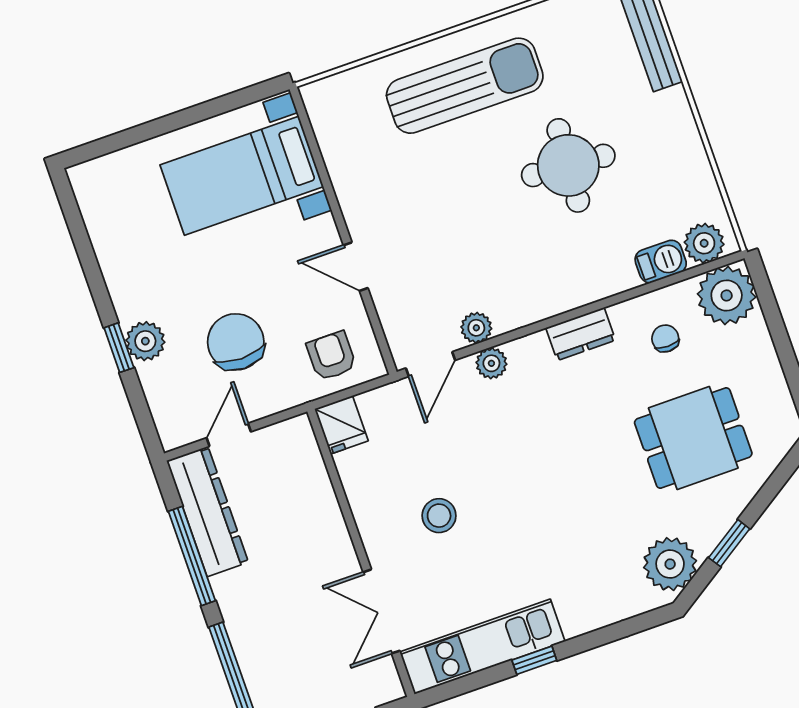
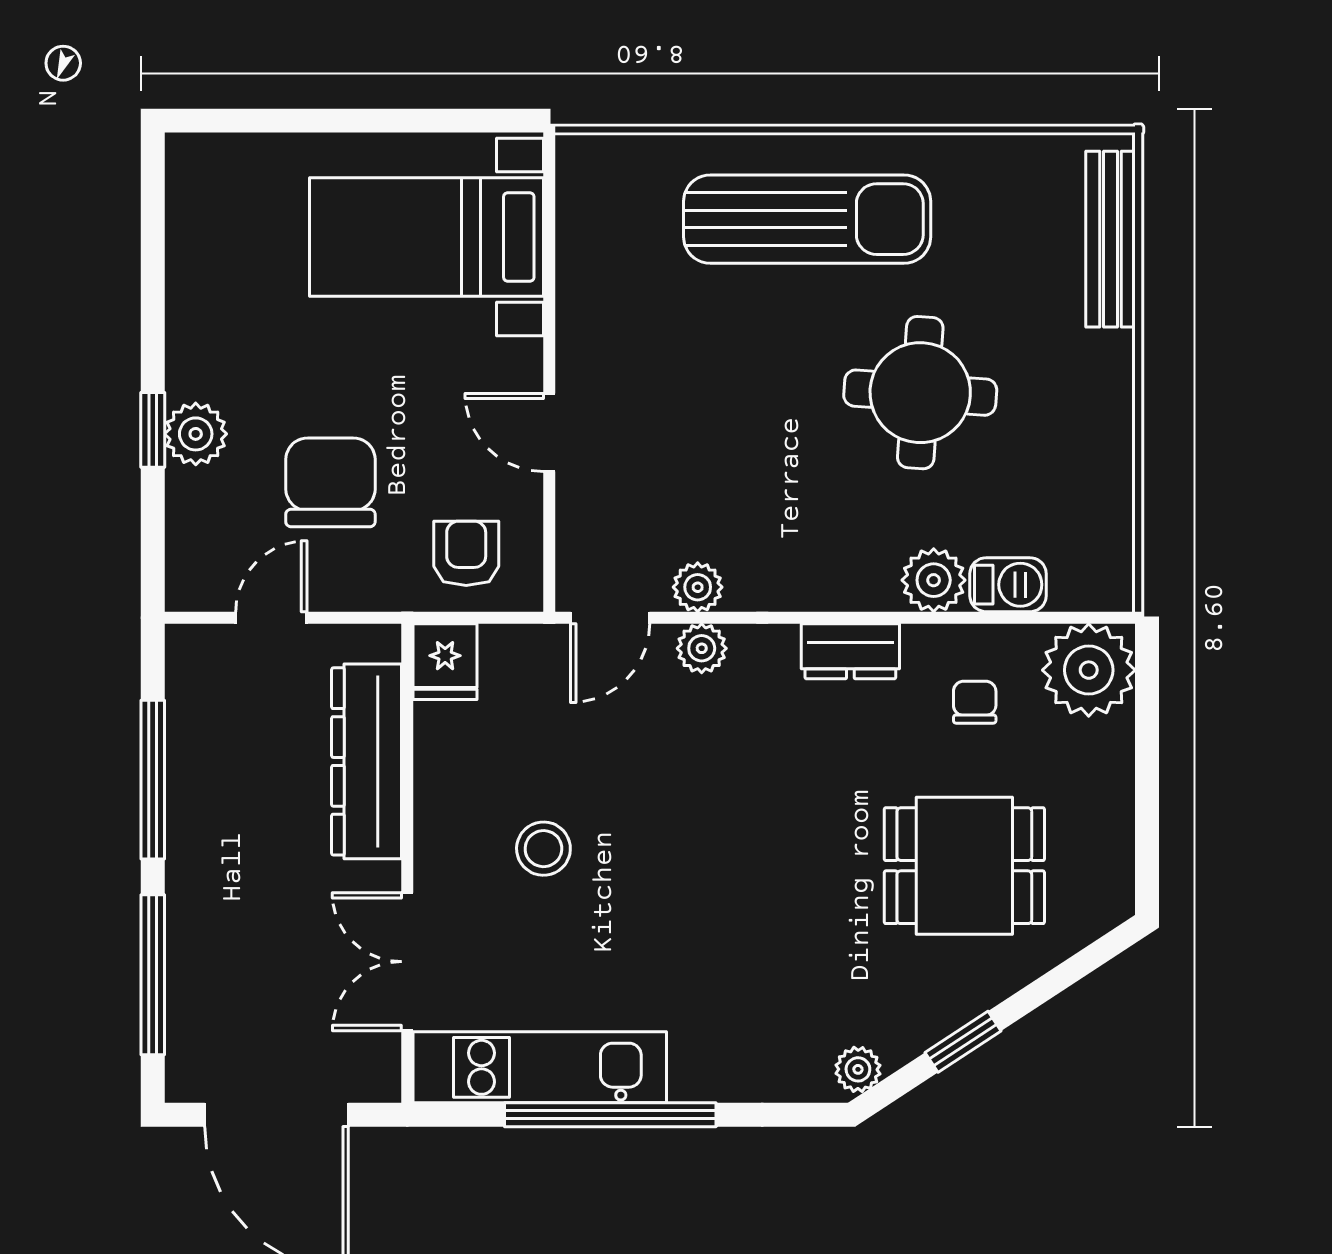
plant: (704, 243) -> (934, 580), moved
dresser: (207, 511) -> (367, 761), moved, turned 180
plant: (670, 564) -> (858, 1069), width x0.53, depth x0.53
window: (534, 660) -> (610, 1115), width x3.17

